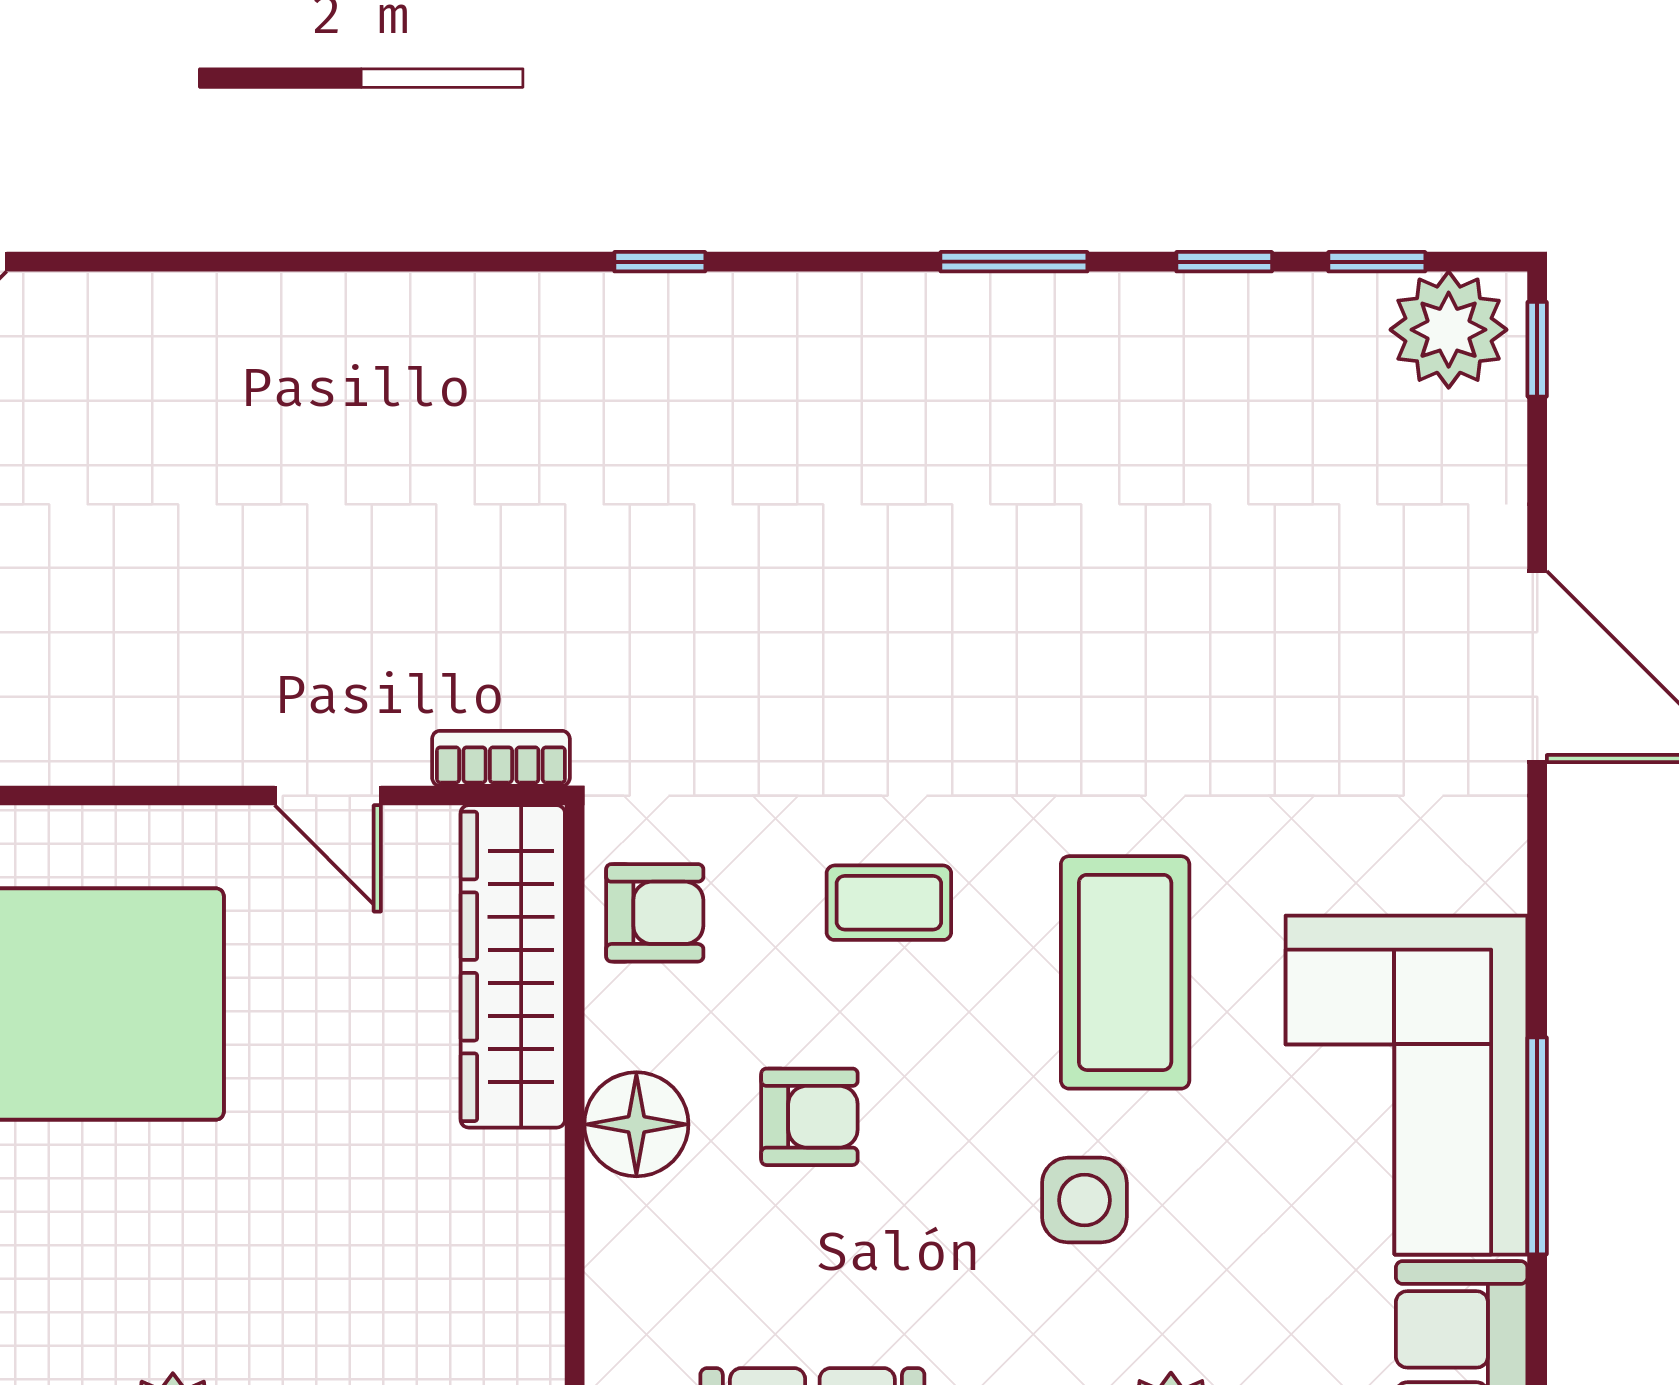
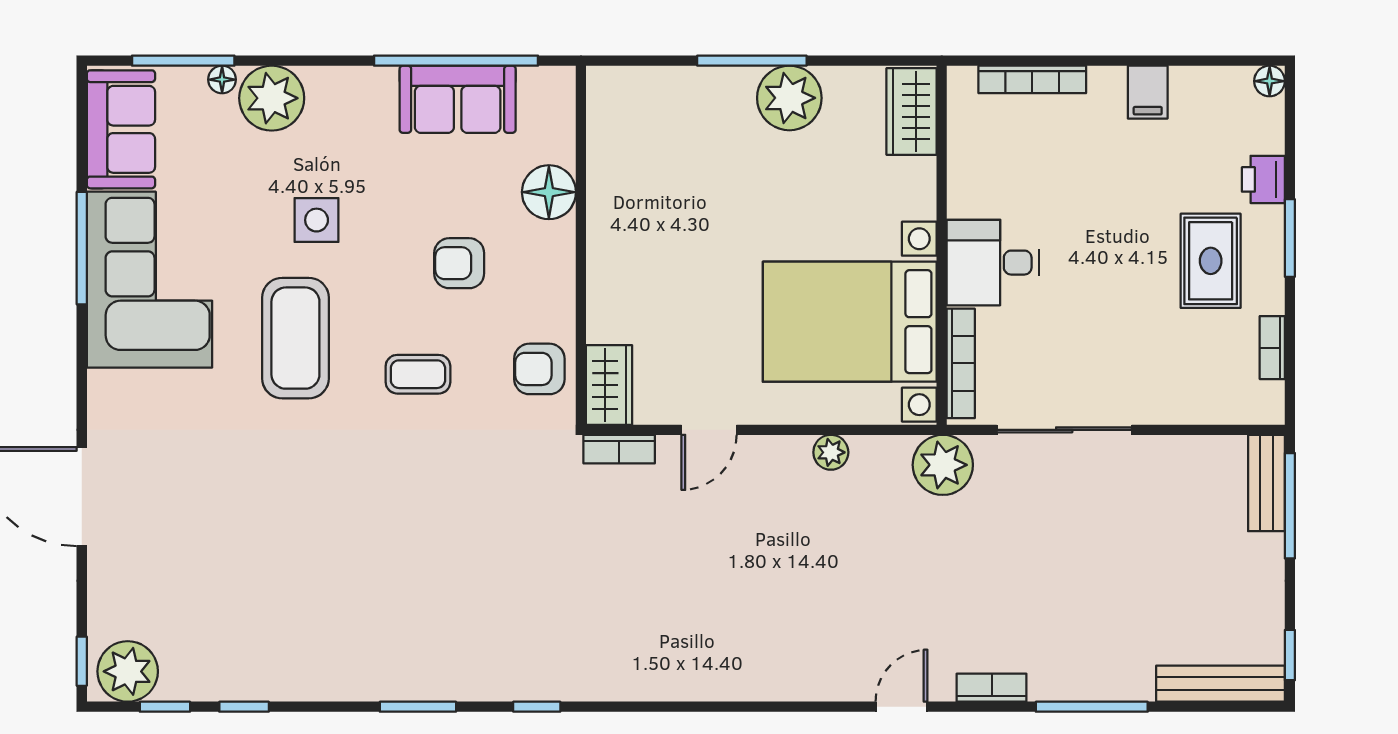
window: (1014, 262) -> (418, 707), moved
plant: (93, 752) -> (831, 452), added
door: (328, 796) -> (709, 430), swing flipped
wardrobe: (513, 966) -> (609, 385), width x0.48, depth x0.85
floor lamp: (636, 1124) -> (549, 192), moved

